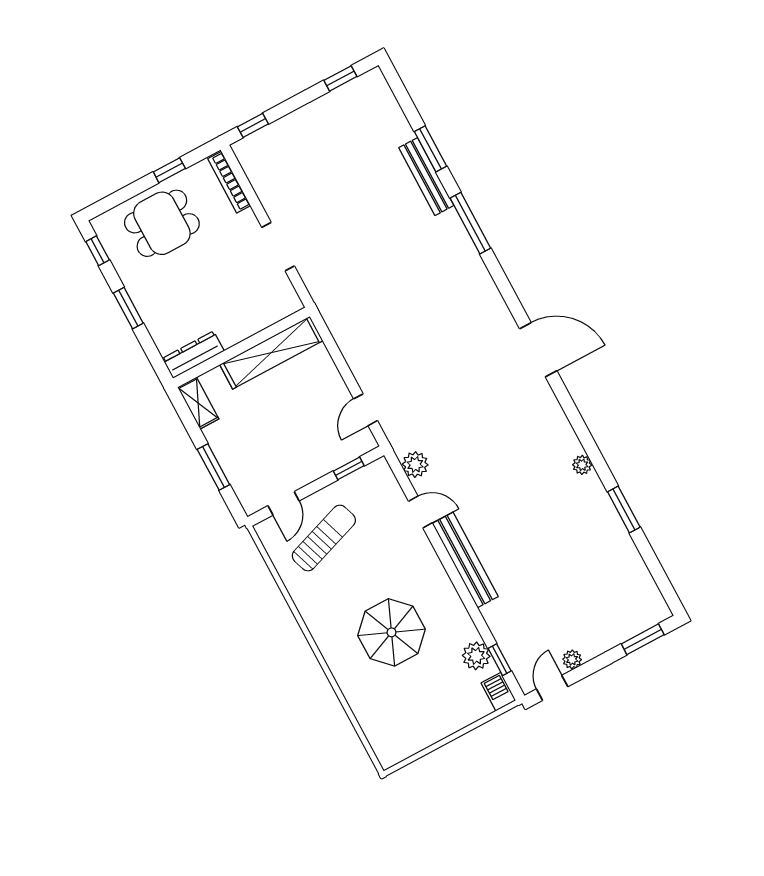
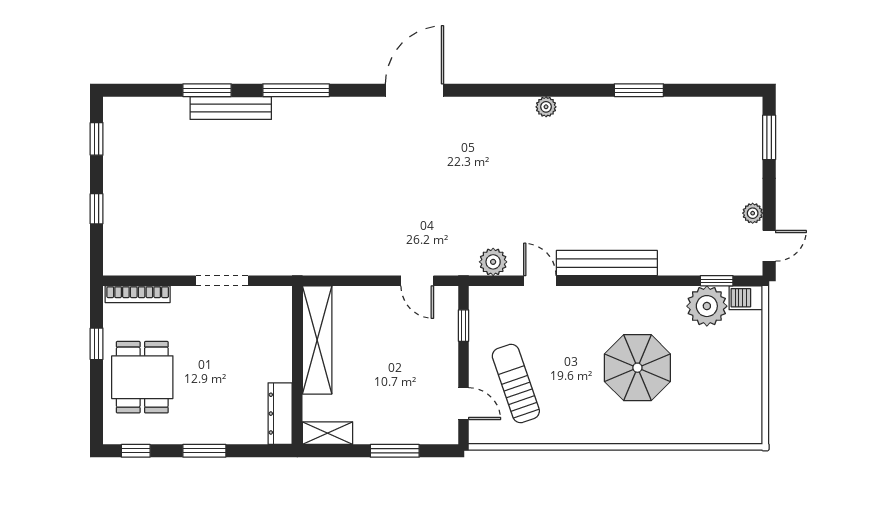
window: (253, 125) -> (97, 209), moved
door: (538, 350) -> (415, 90), moved
plant: (582, 465) -> (546, 107), moved
door: (420, 512) -> (540, 281), hinge flipped
plant: (476, 656) -> (707, 306), width x1.36, depth x1.36
door: (552, 688) -> (769, 246), swing flipped

